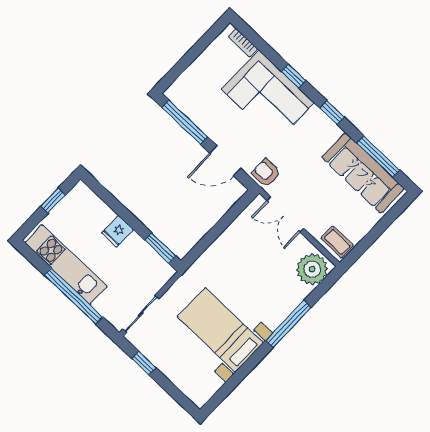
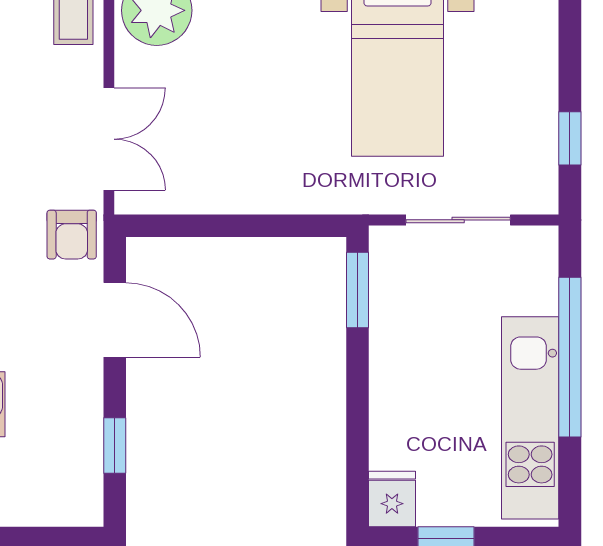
window: (185, 122) -> (115, 446), width x0.46
fridge: (117, 231) -> (392, 499), moved, turned -90
sliding door: (141, 314) -> (458, 220), moved

